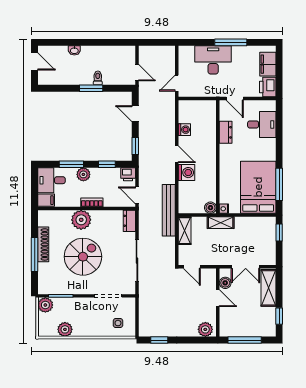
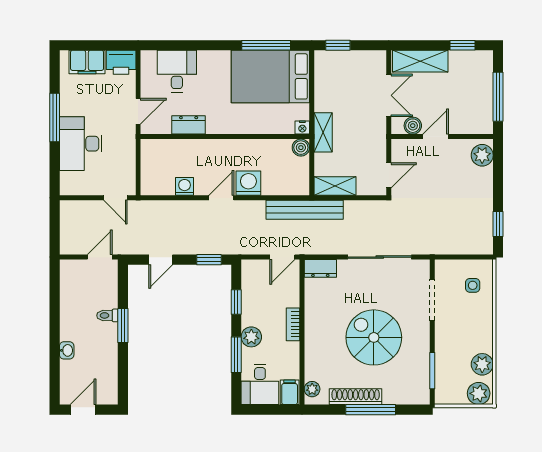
printer: (128, 174) -> (251, 270), removed
plant: (81, 220) -> (312, 389), moved, width x0.53, depth x0.53
plant: (45, 305) -> (479, 393), moved

